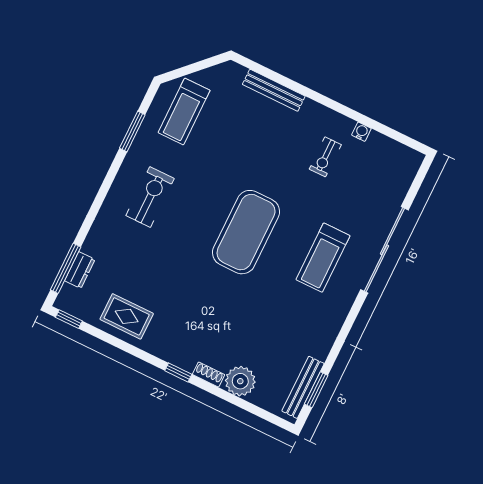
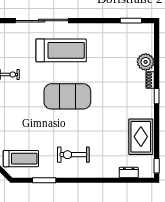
treadmill: (323, 258) -> (61, 50), width x1.37, depth x1.38
window: (66, 268) -> (131, 180), removed
rug: (127, 316) -> (141, 137), width x1.36, depth x1.43
bench: (303, 387) -> (133, 28), removed

